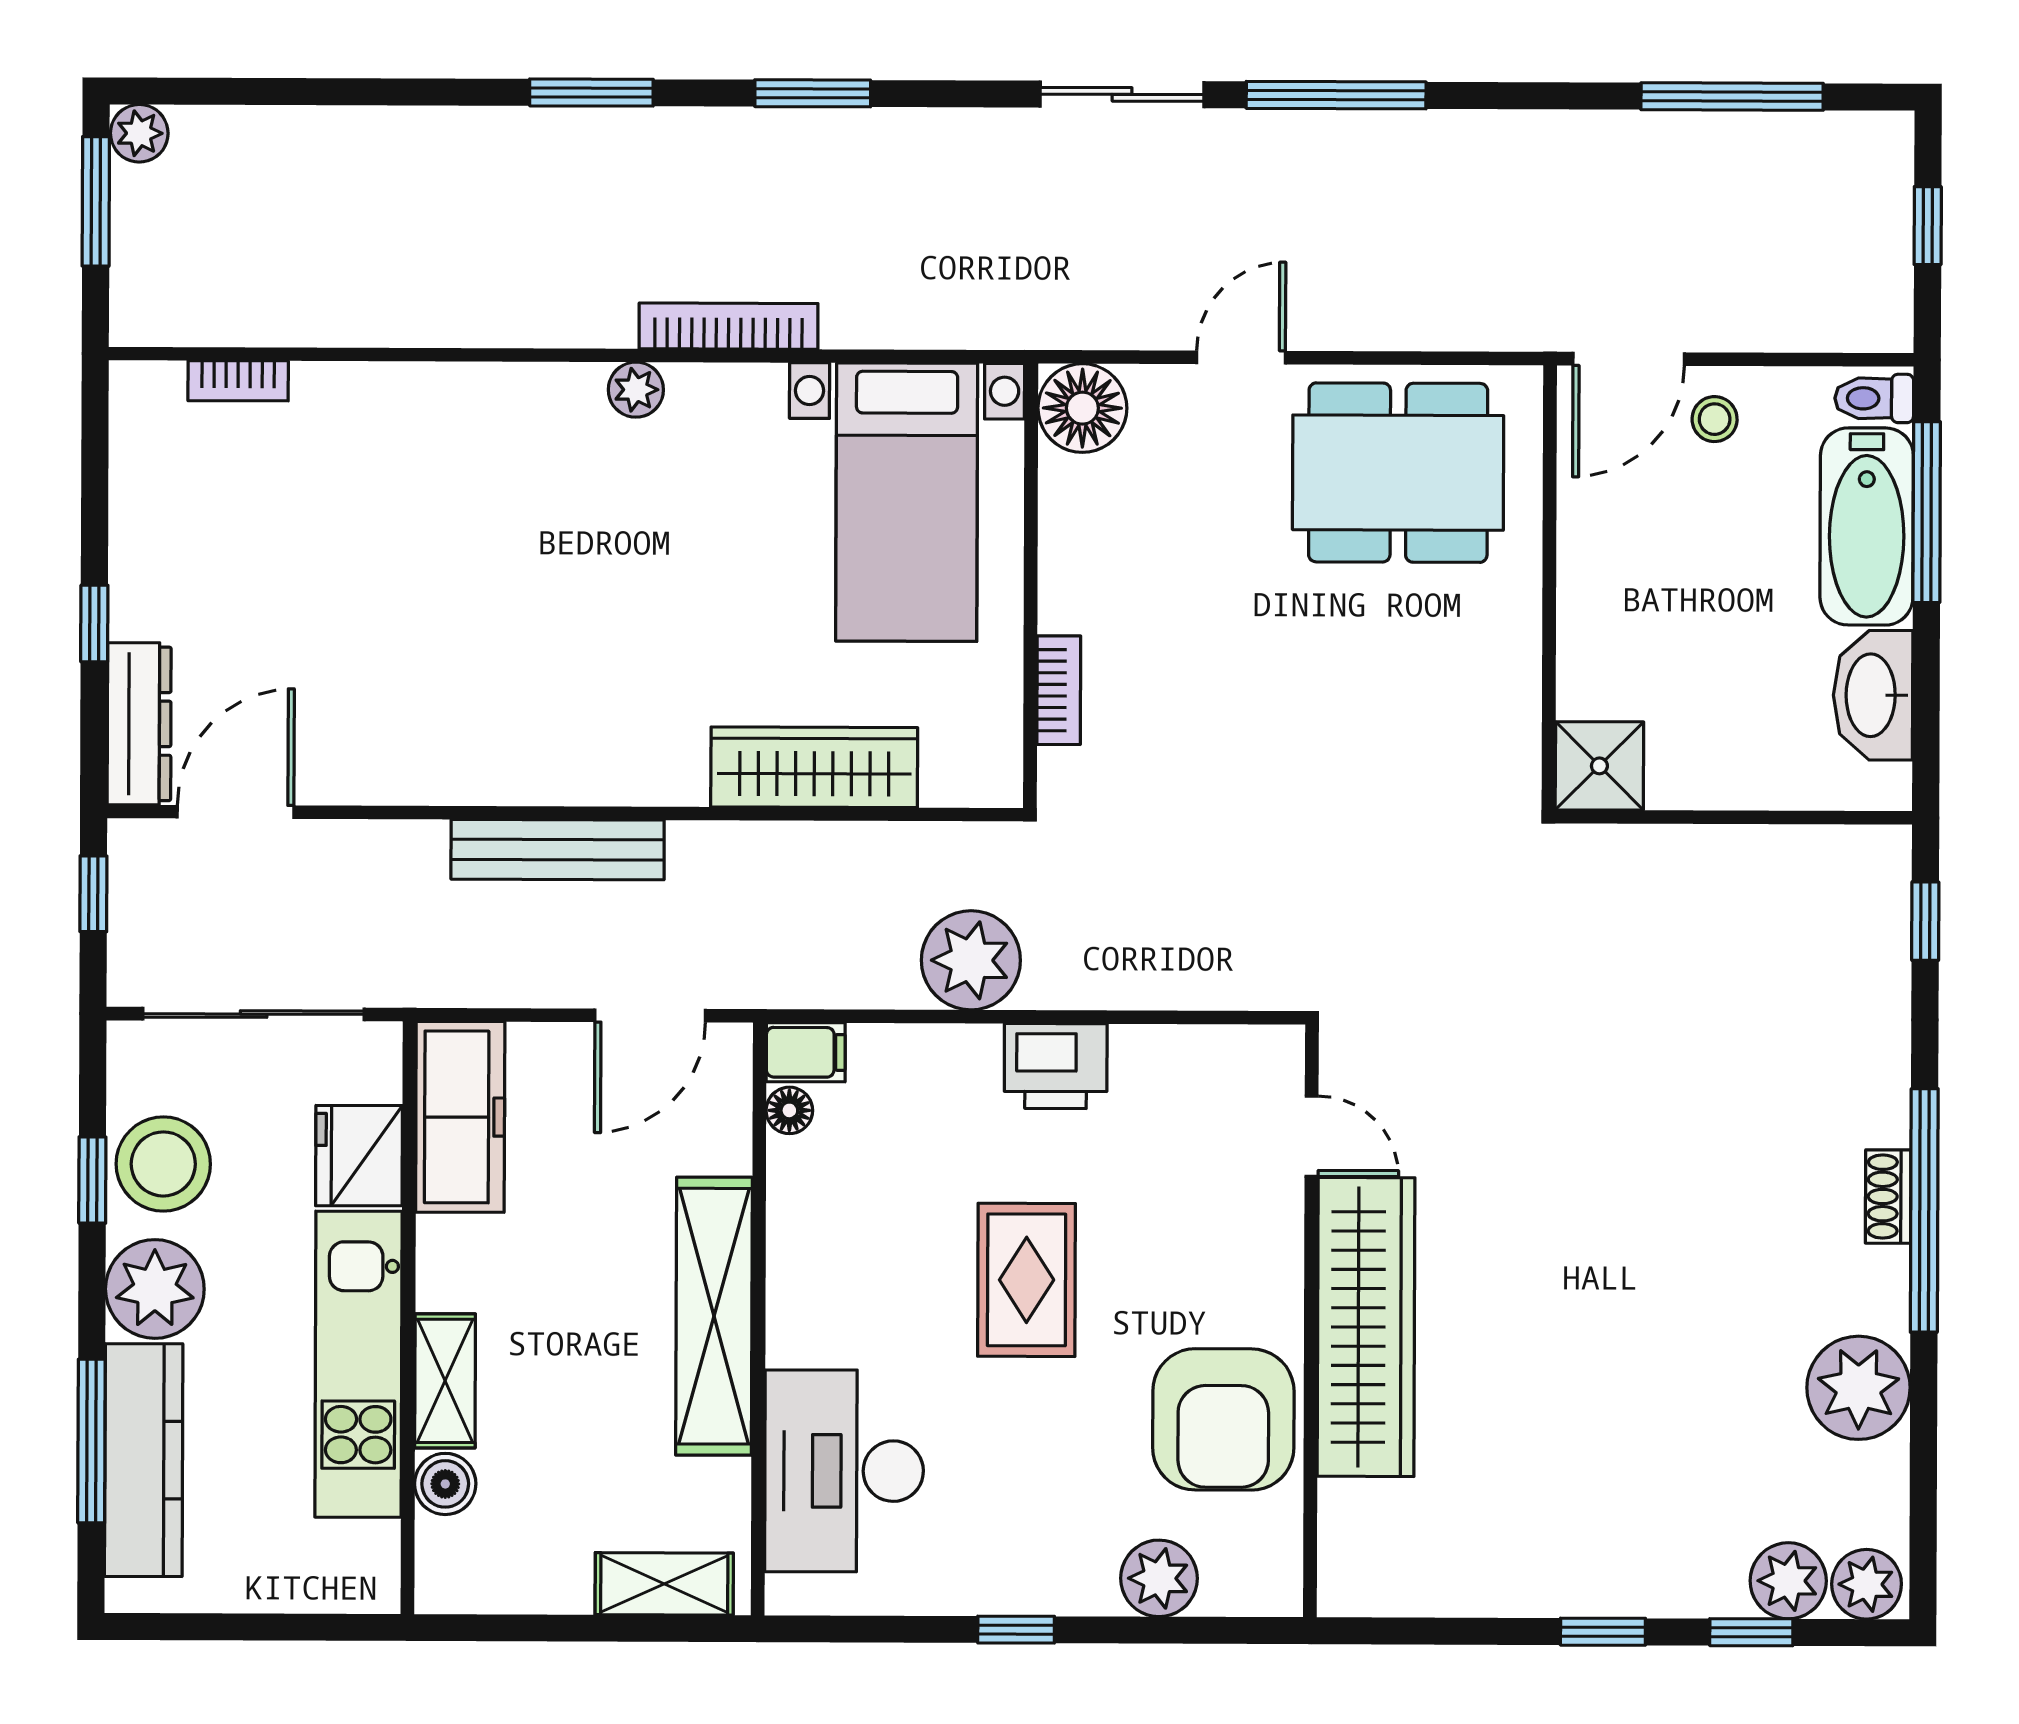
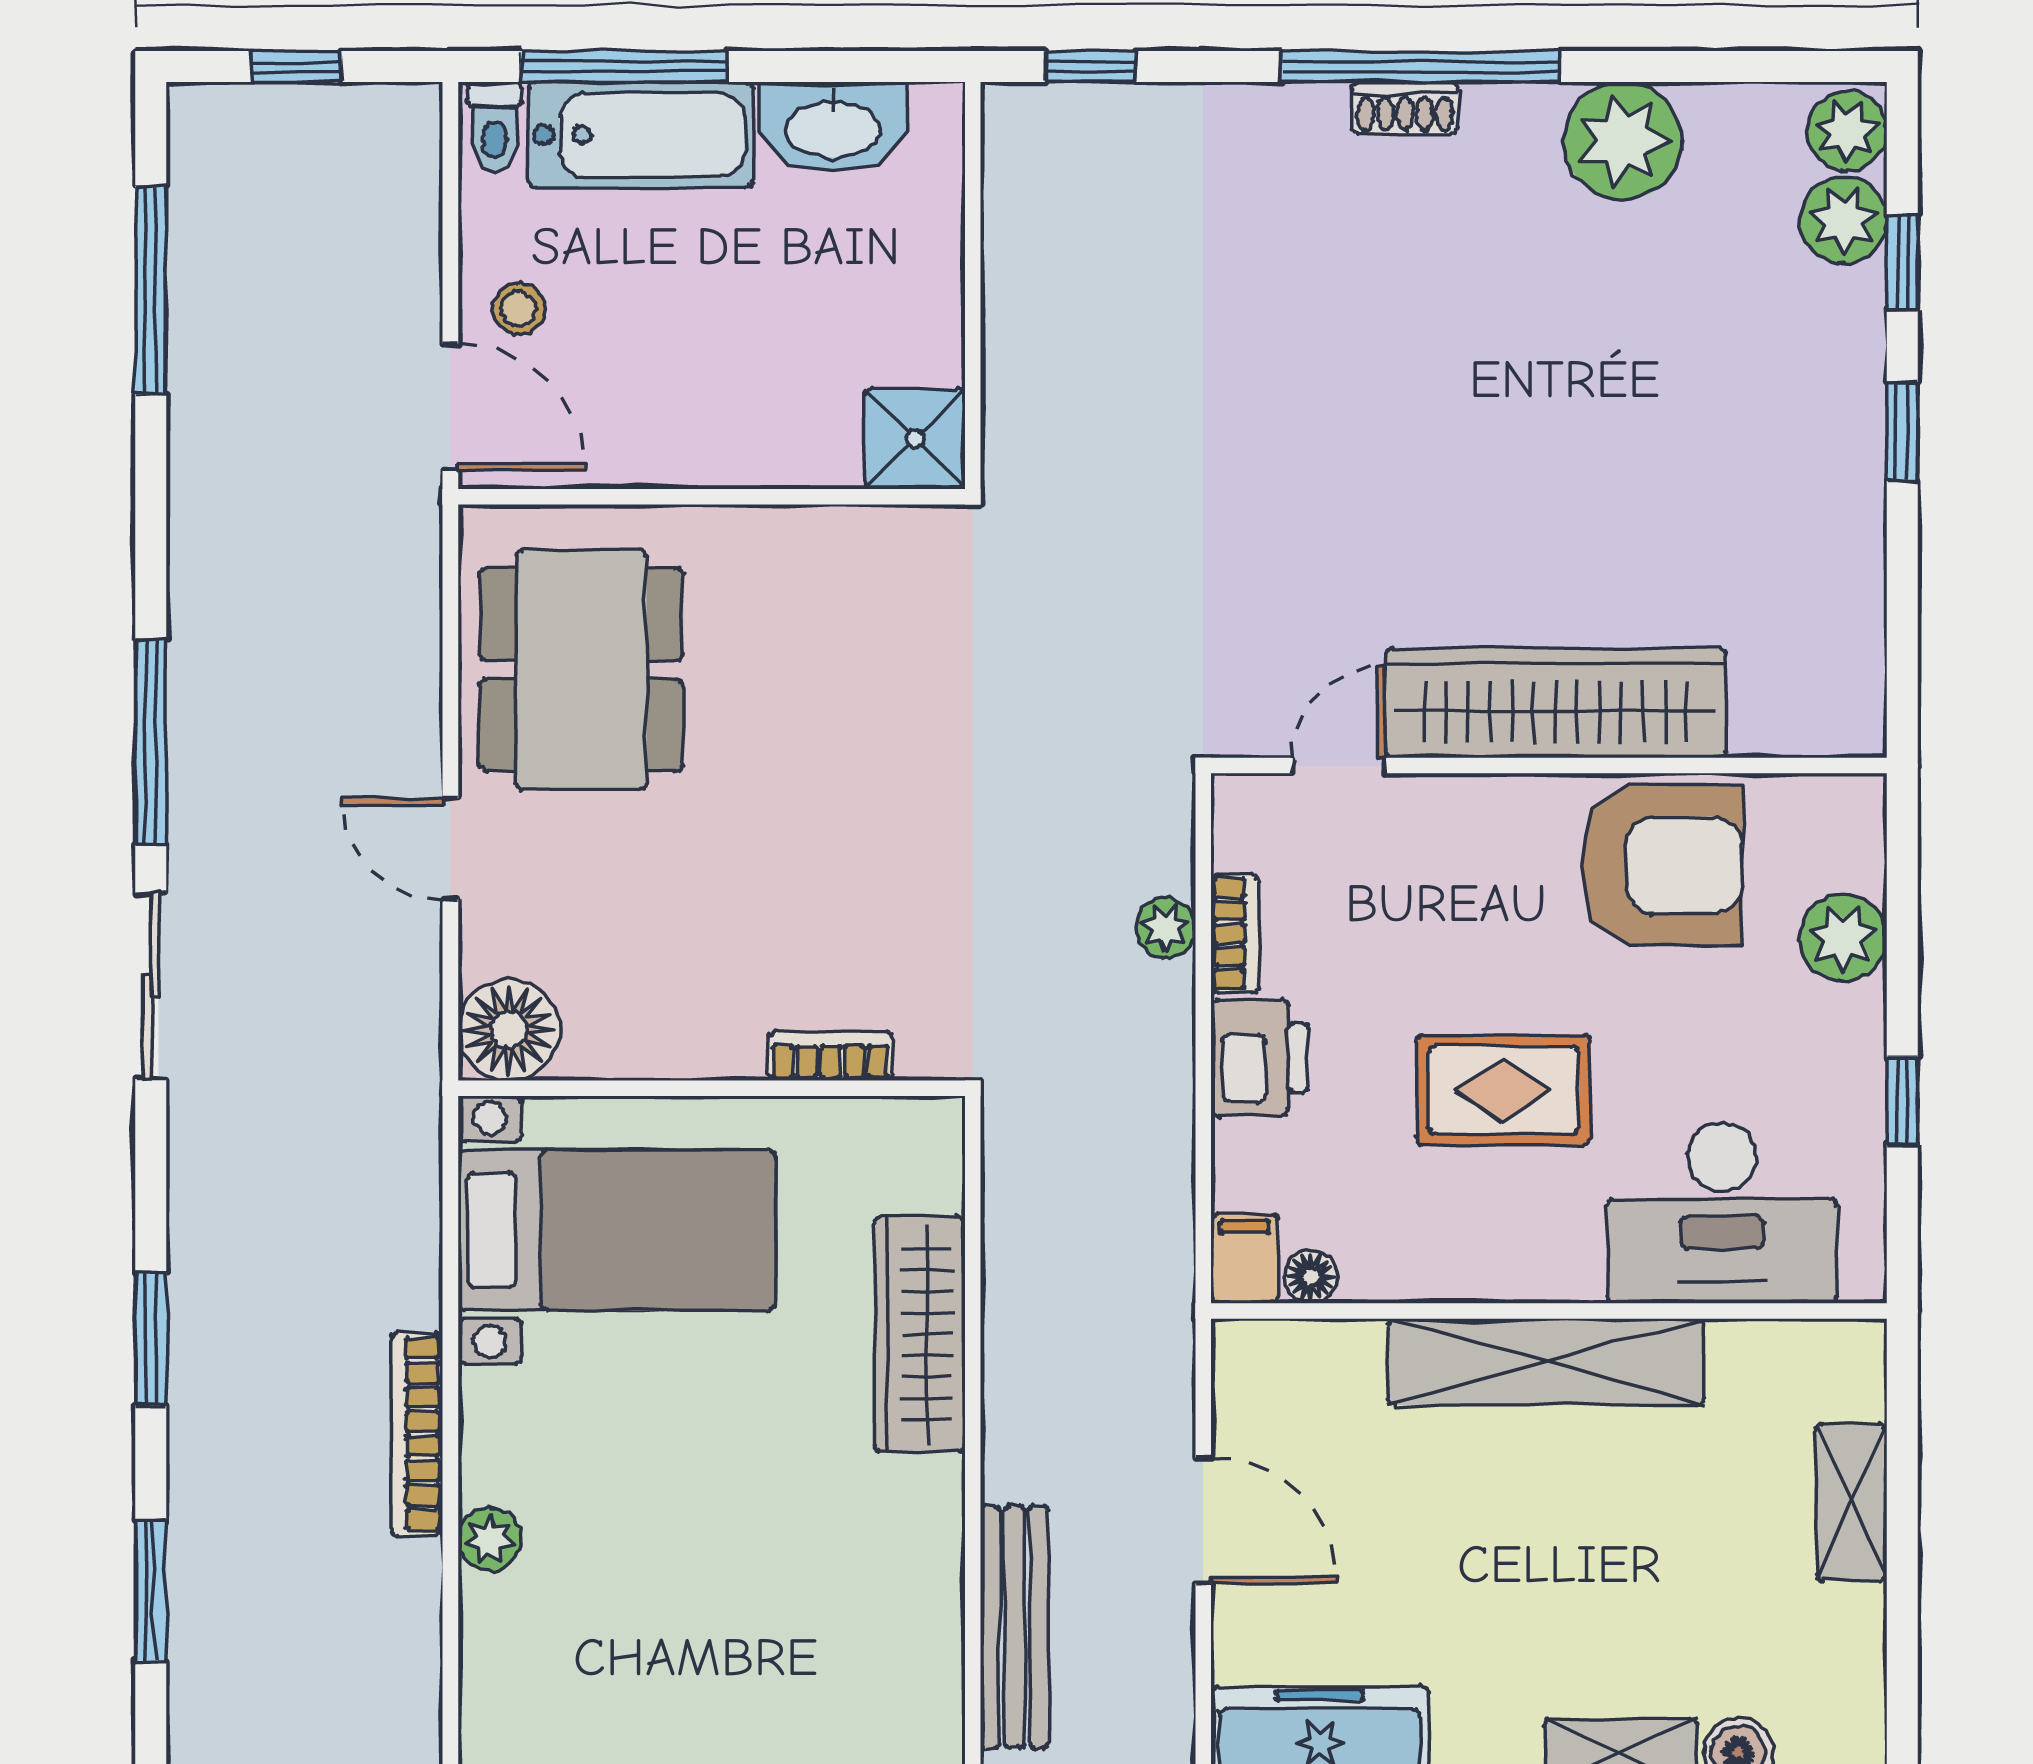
plant: (971, 960) -> (1165, 928), moved, width x0.53, depth x0.53
bookcase: (1165, 1045) -> (1235, 933), added
filing cabinet: (806, 1052) -> (1245, 1258), moved
floor lamp: (789, 1110) -> (1311, 1277), moved
shelving: (714, 1316) -> (1546, 1362), moved
wall: (759, 1319) -> (1549, 1311), moved
desk: (844, 1471) -> (1722, 1213), moved

